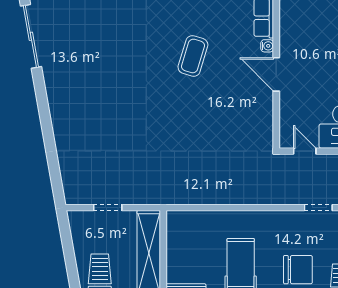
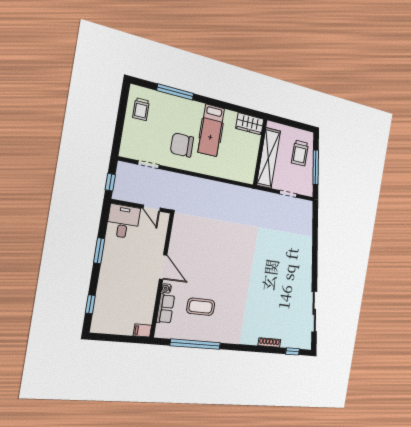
coffee table: (193, 56) -> (201, 307), moved, turned 73
window: (69, 256) -> (316, 167), added
chair: (298, 270) -> (182, 145), moved

